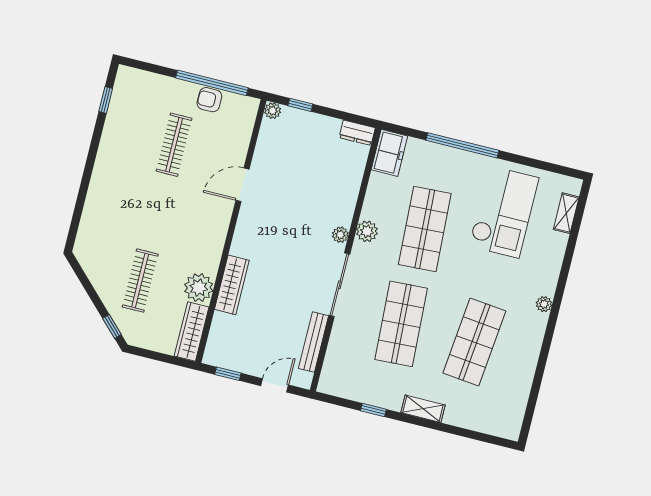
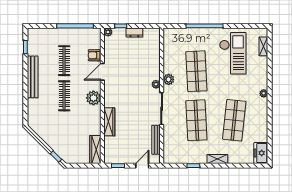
armchair: (209, 100) -> (94, 55), moved
dresser: (357, 133) -> (134, 33), moved
freezer: (389, 153) -> (261, 153), moved, turned 180
bench: (105, 161) -> (33, 77), added
clothes rail: (140, 281) -> (64, 96), moved
plant: (199, 288) -> (93, 98), moved

